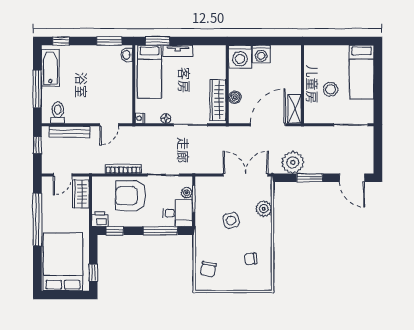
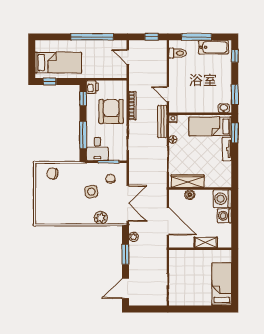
bed: (362, 72) -> (222, 284), moved, turned 90
stool: (330, 89) -> (196, 271), removed
shelving: (295, 109) -> (206, 242), moved
bench: (70, 132) -> (162, 121), moved
plant: (293, 162) -> (134, 237), width x0.53, depth x0.53
plant: (187, 193) -> (114, 156), removed
wardrobe: (81, 194) -> (112, 71), removed
chair: (251, 259) -> (110, 179), moved
bed: (63, 262) -> (58, 63), width x0.67

